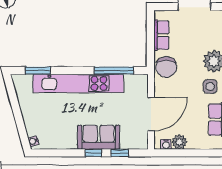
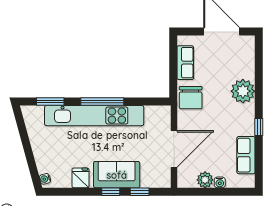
window: (114, 71) -> (102, 101), moved
side table: (210, 86) -> (239, 119), removed
fridge: (66, 140) -> (80, 178), added
water cooler: (166, 144) -> (220, 182), moved

